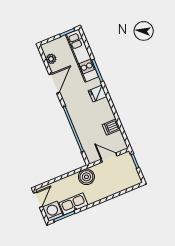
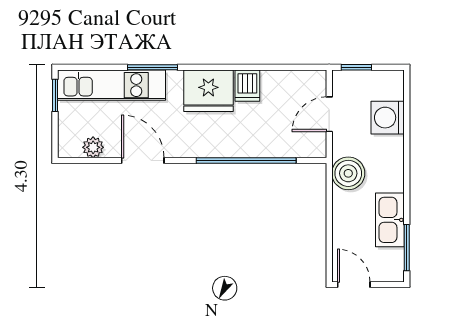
fridge: (98, 94) -> (208, 91), width x1.88, depth x1.34
dishwasher: (111, 127) -> (247, 86), moved
washing machine: (53, 211) -> (388, 118), moved

